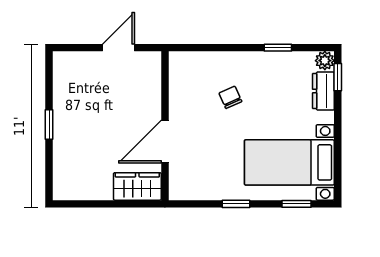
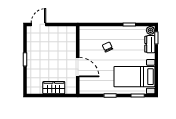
door: (119, 48) -> (38, 24), moved
door: (165, 142) -> (78, 67), swing flipped
wardrobe: (137, 186) -> (54, 88), moved

